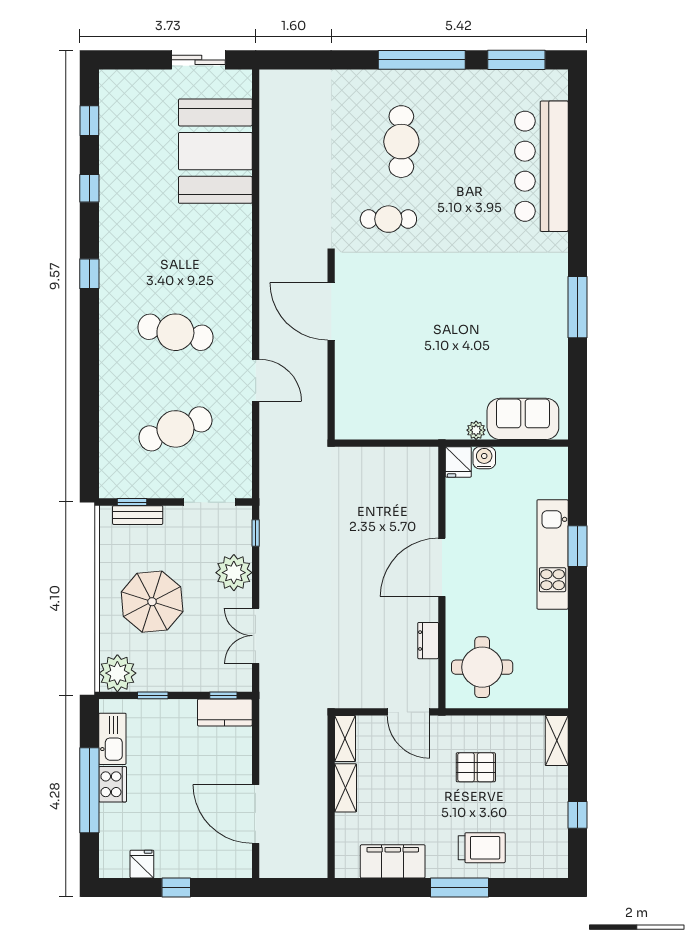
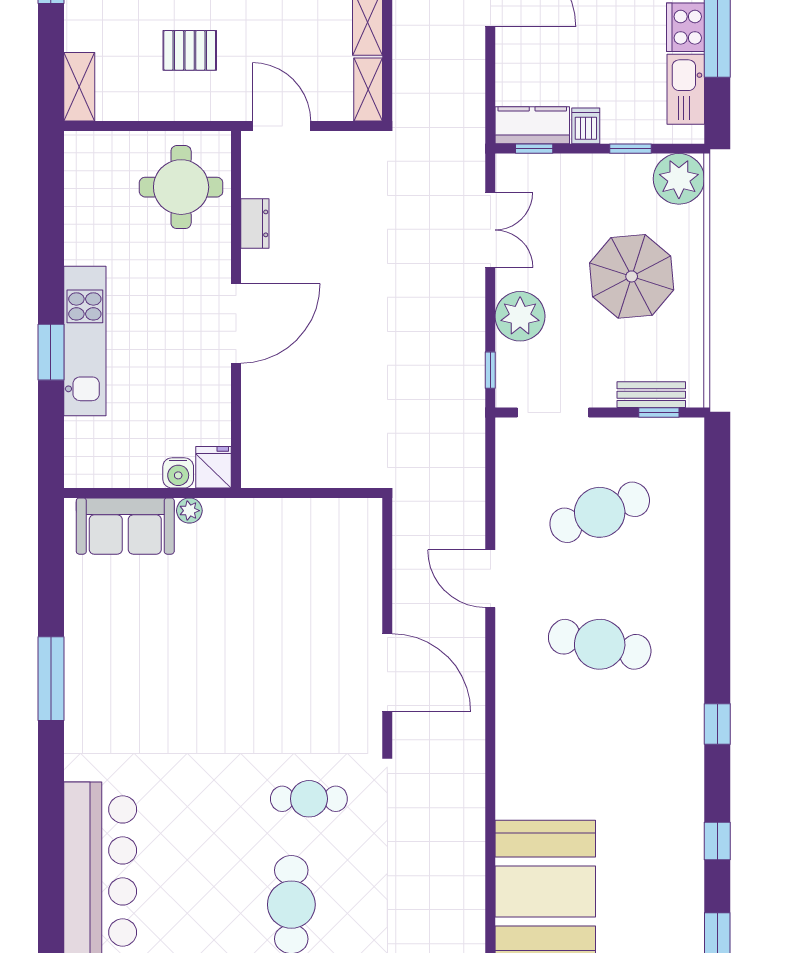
dishwasher: (186, 712) -> (586, 126), added

